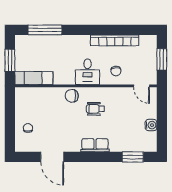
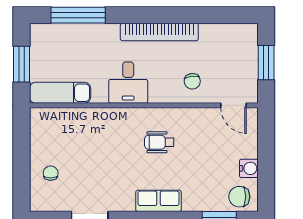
bookcase: (115, 40) -> (159, 32), moved
desk: (88, 72) -> (128, 83), moved
chair: (72, 96) -> (239, 197), moved

